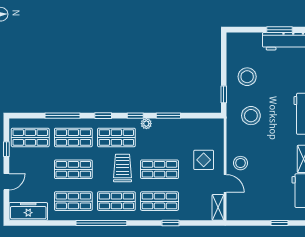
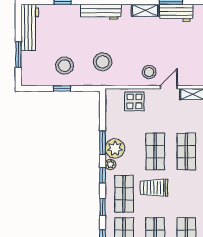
window: (279, 30) -> (18, 55), moved
window: (224, 94) -> (62, 88), moved
plant: (163, 128) -> (115, 148), added
display table: (204, 160) -> (134, 101), moved
shop shelf: (116, 201) -> (186, 194), removed

